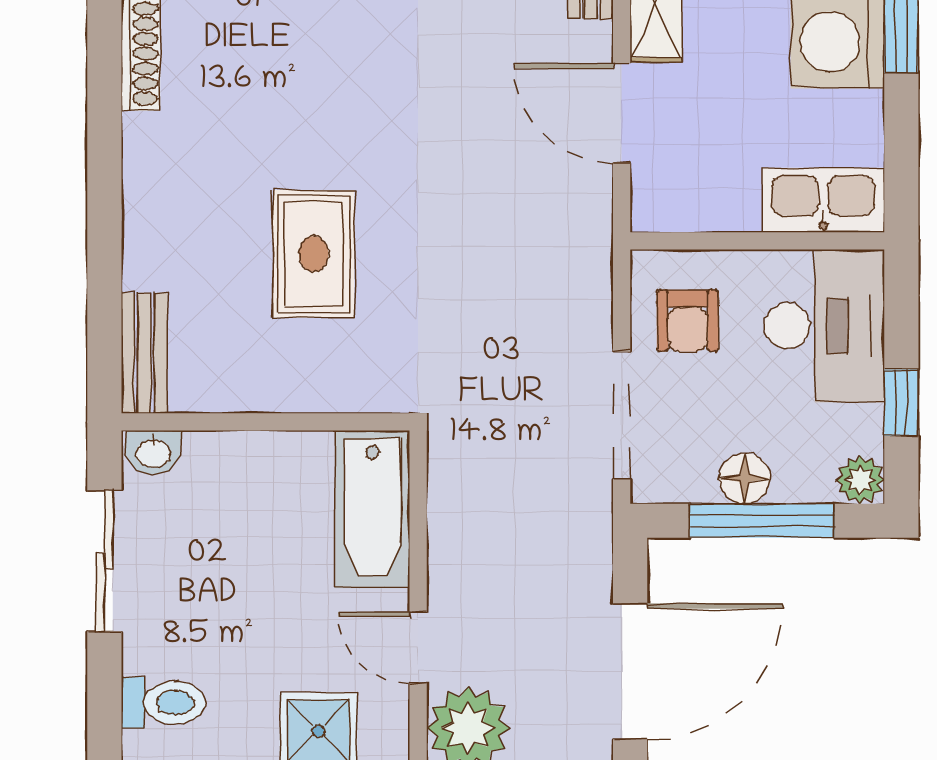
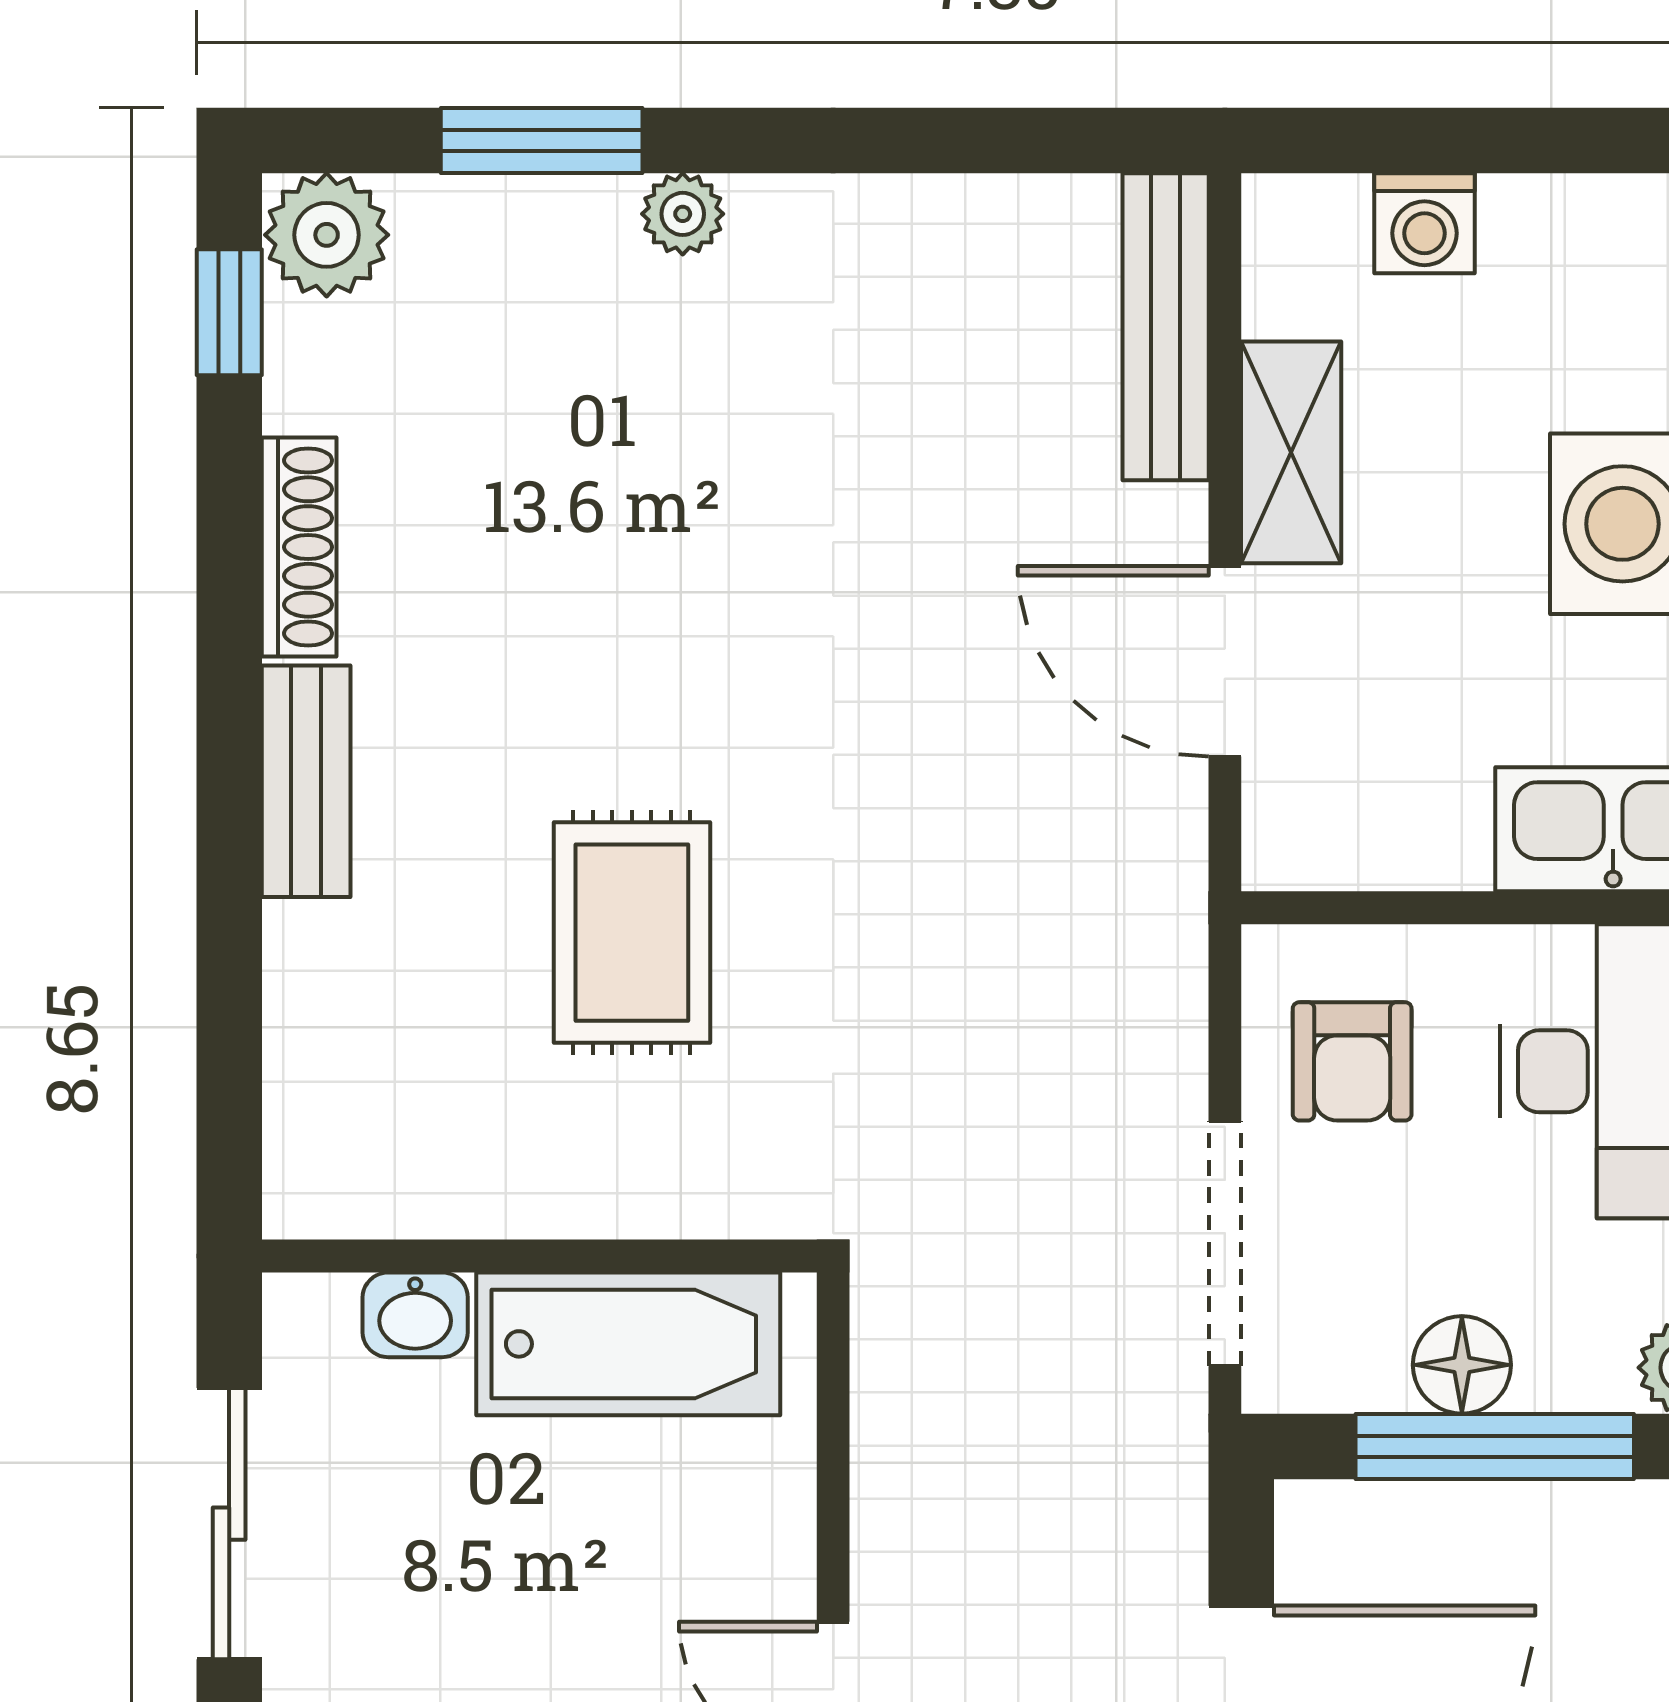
bench: (144, 353) -> (306, 781), moved
washbasin: (153, 452) -> (415, 1315), moved
bathtub: (372, 509) -> (628, 1344), moved, turned -90

